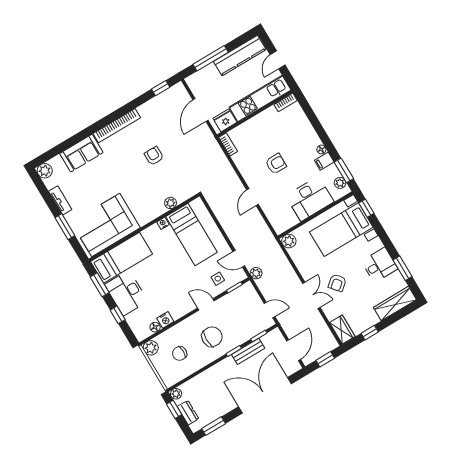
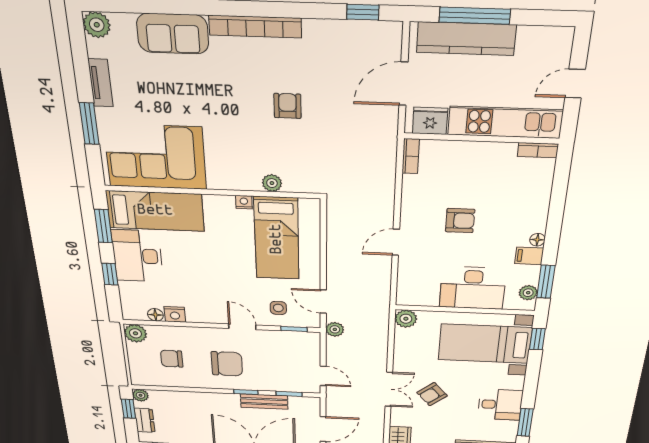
kitchen counter: (240, 55) -> (466, 39), moved

